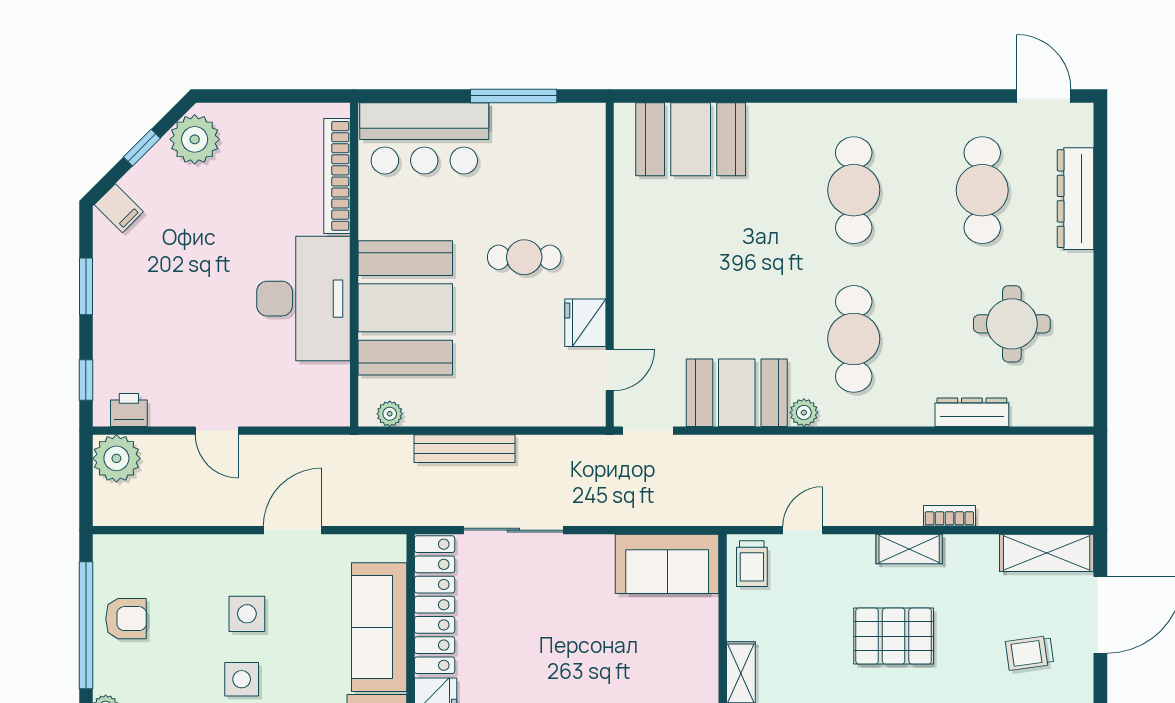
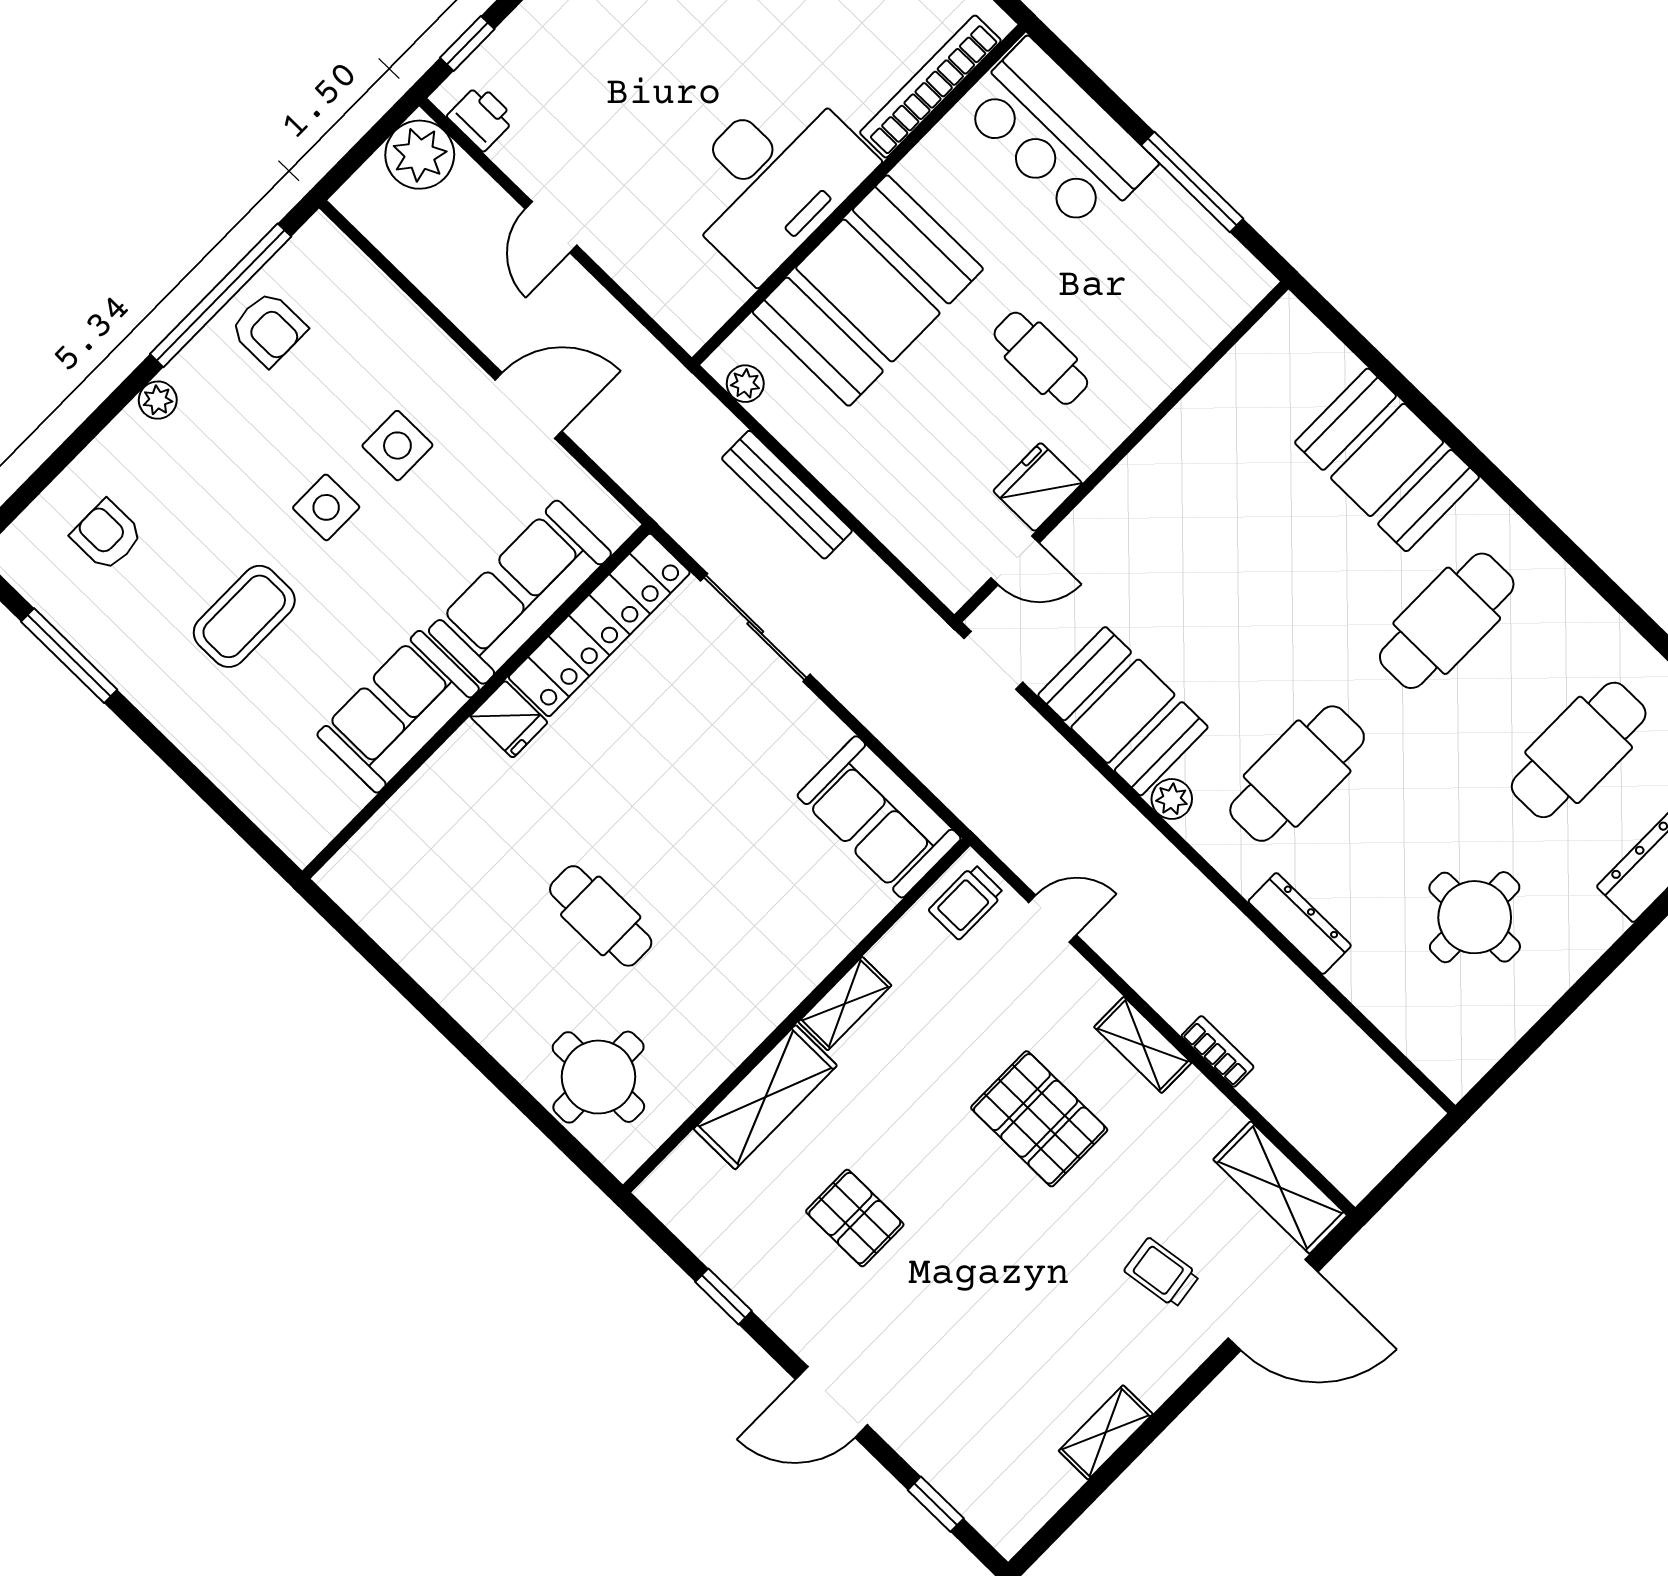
booth: (691, 139) -> (1387, 460), moved
dresser: (972, 412) -> (1300, 923), moved

